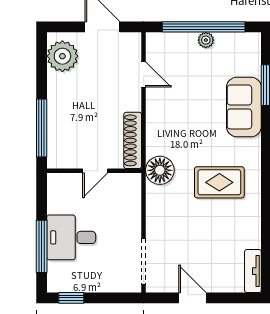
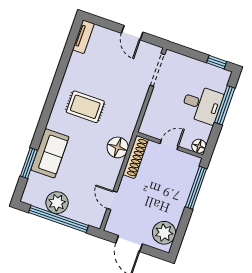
plant: (206, 40) -> (57, 203), width x1.88, depth x1.88
floor lamp: (160, 170) -> (118, 147), moved
floor lamp: (56, 182) -> (199, 146), added

